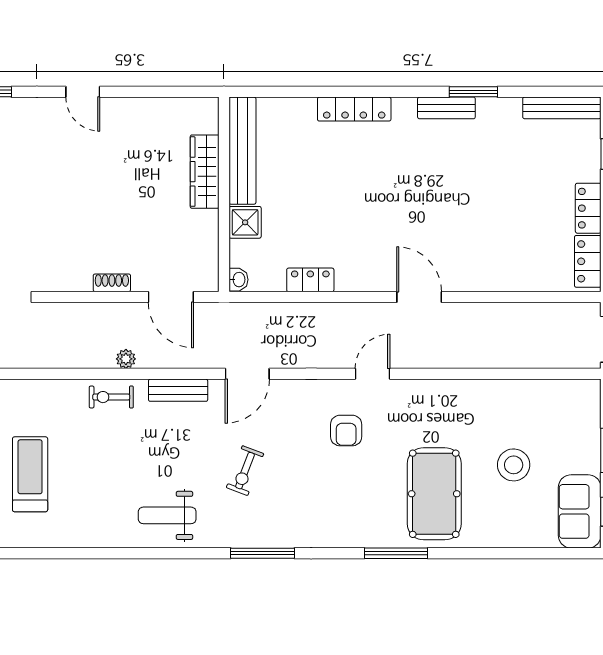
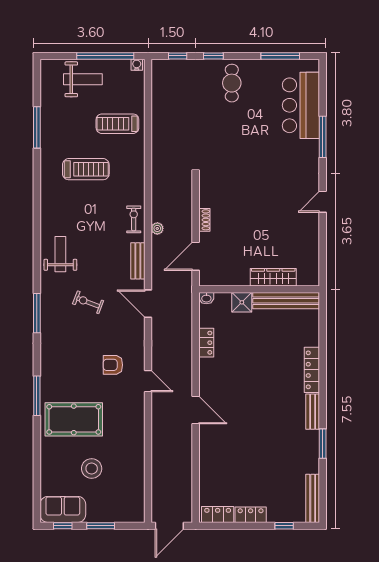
bench: (446, 108) -> (313, 412), moved
door: (419, 297) -> (196, 410), hinge flipped

